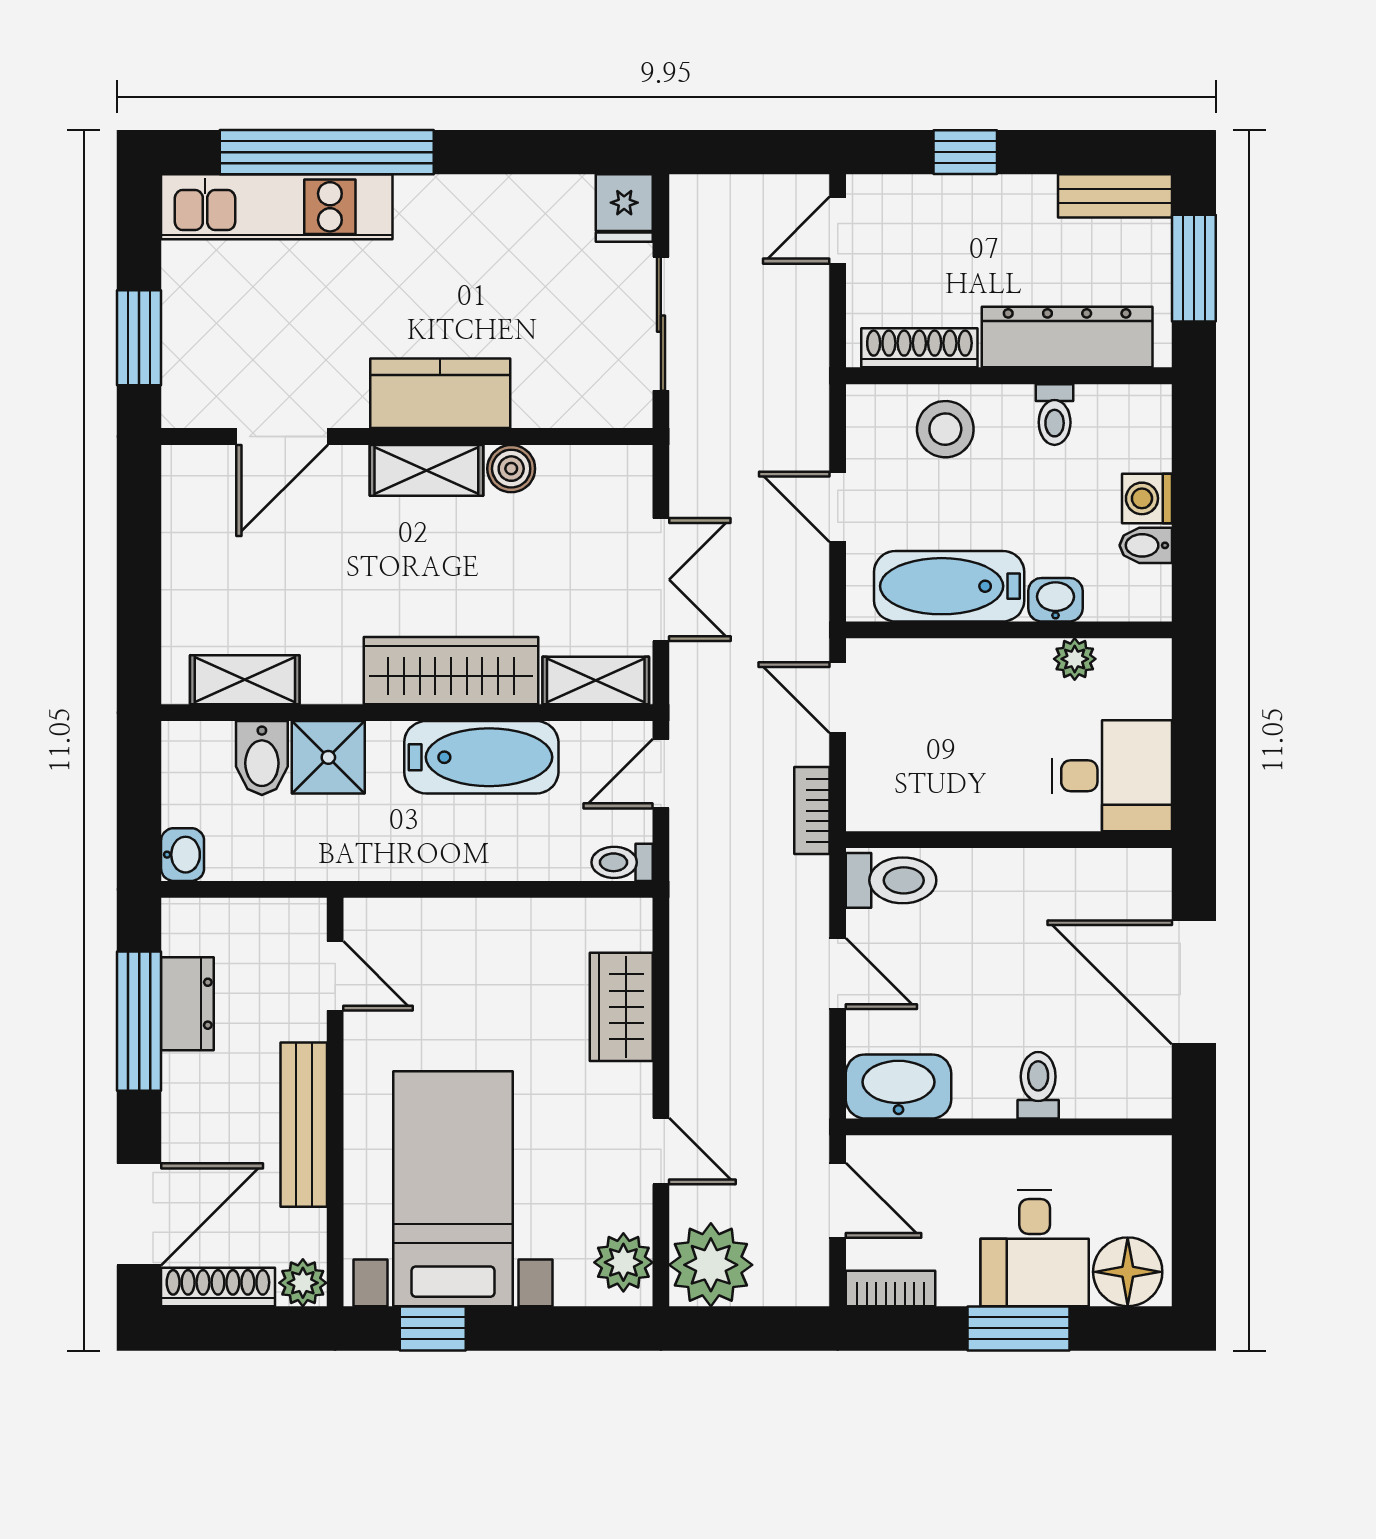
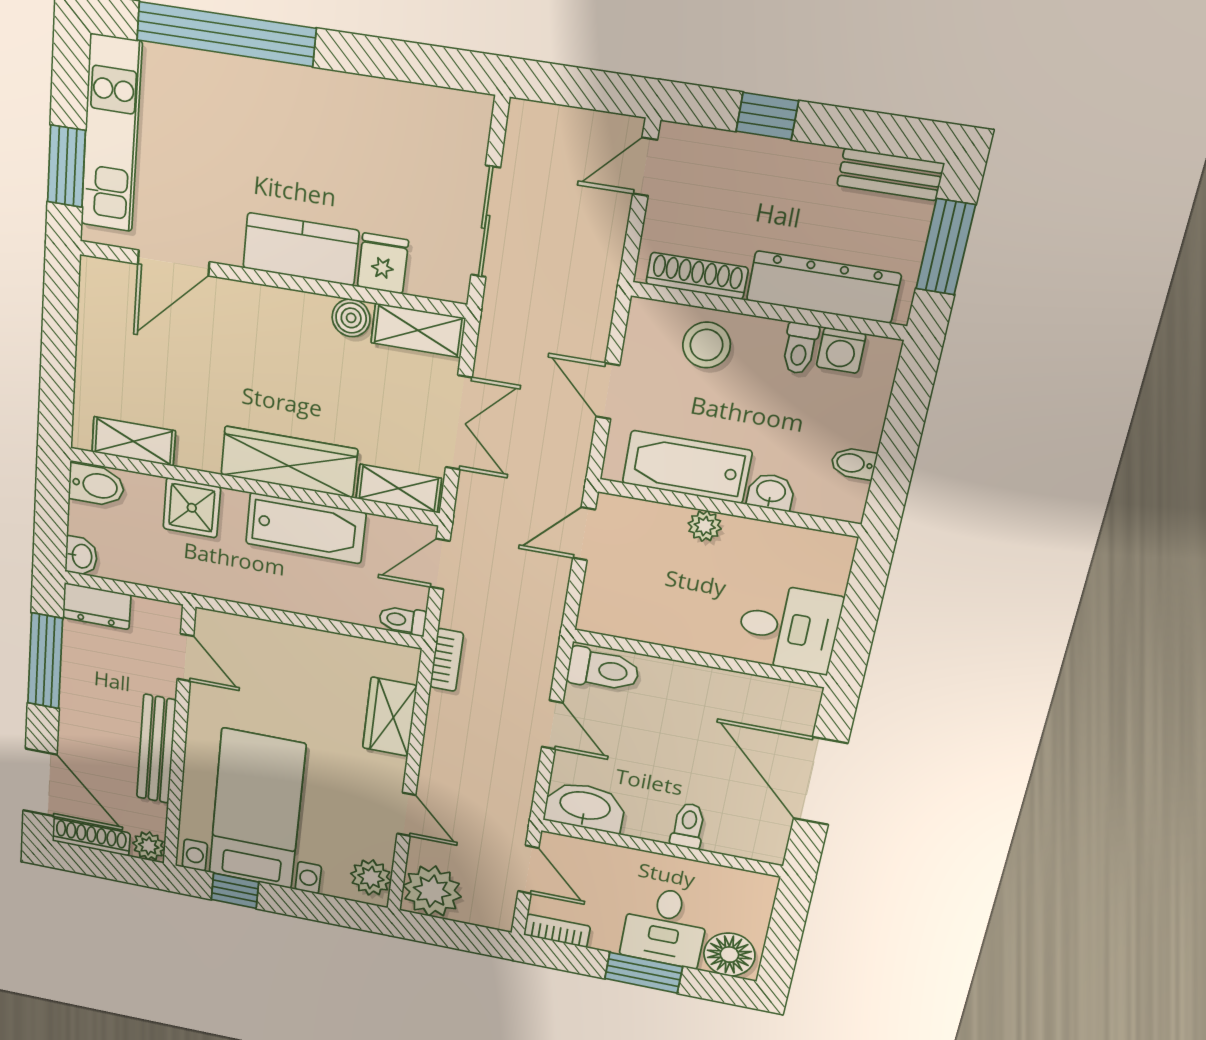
kitchen unit: (277, 207) -> (111, 134), moved, turned -90
fridge: (624, 208) -> (383, 264), moved, turned 180
shelving: (426, 470) -> (418, 330), moved
washing machine: (1147, 498) -> (841, 350), moved, turned -90
plant: (1075, 659) -> (705, 526), moved
door: (838, 698) -> (584, 534), hinge flipped
bidet: (262, 758) -> (96, 485), moved, turned -90
bookcase: (812, 811) -> (447, 660), moved, turned 180
dresser: (187, 1004) -> (97, 606), moved, turned 90
door: (139, 1214) -> (40, 783), hinge flipped

